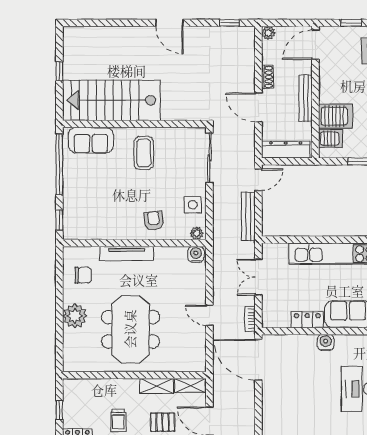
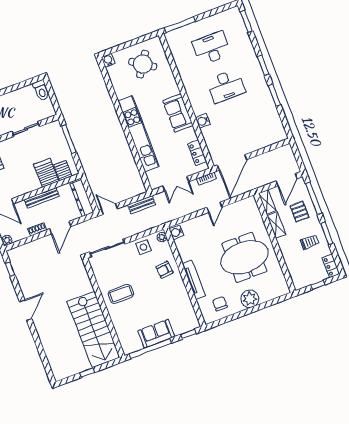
sofa: (91, 140) -> (156, 334), moved, turned -90
bench: (248, 216) -> (142, 205), width x0.73
locker: (307, 320) -> (197, 153), moved

